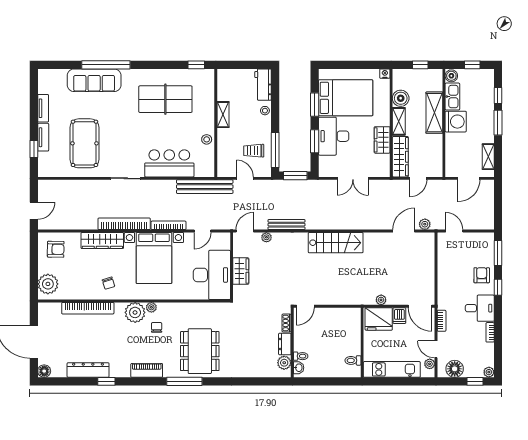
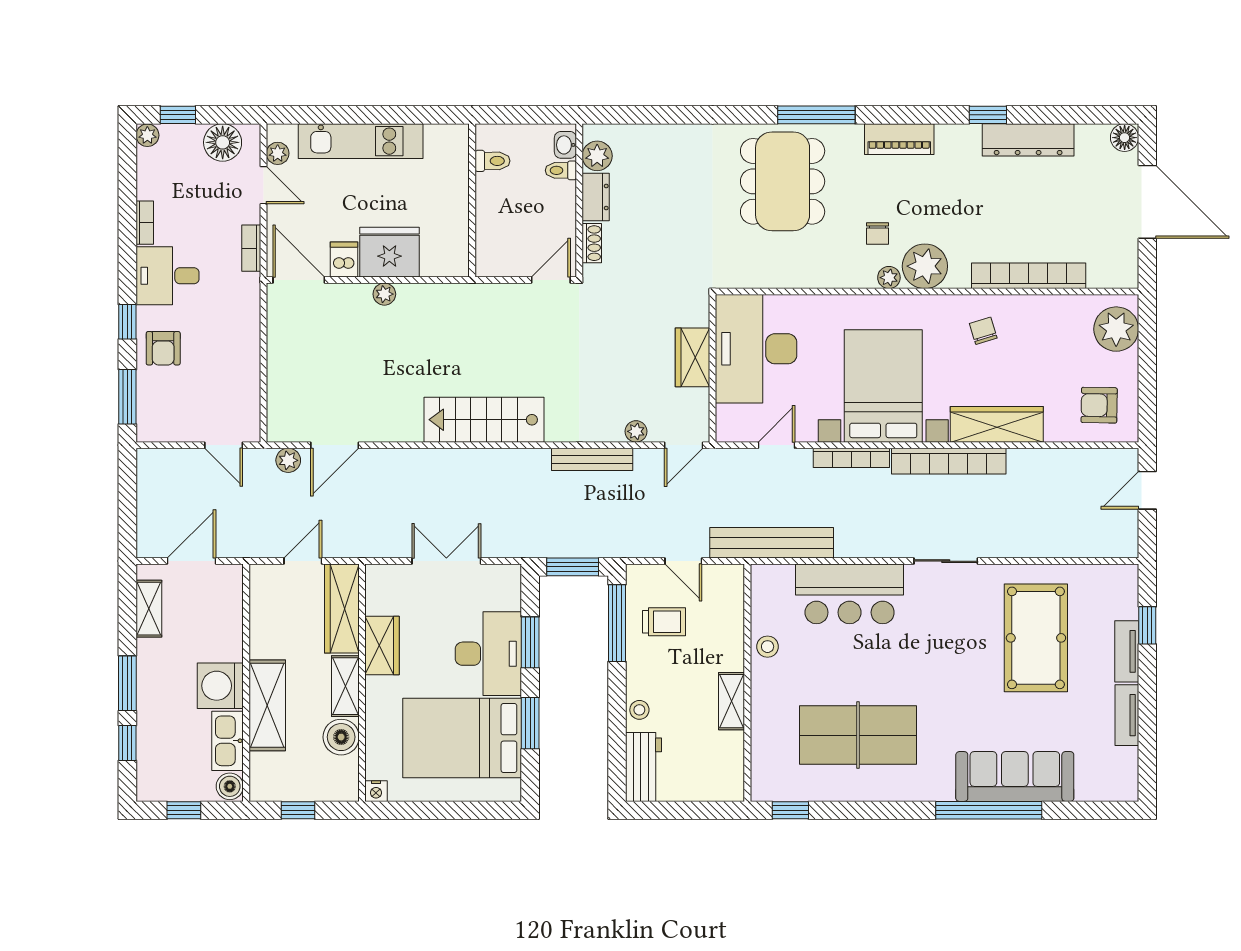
wall: (362, 342) -> (472, 200), moved
toilet: (353, 360) -> (492, 161), moved

